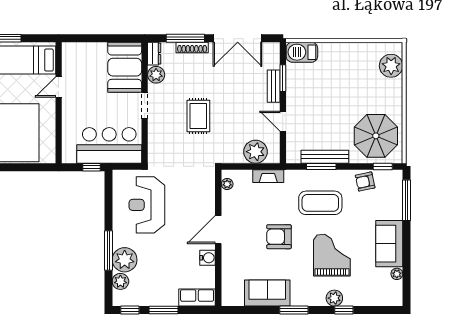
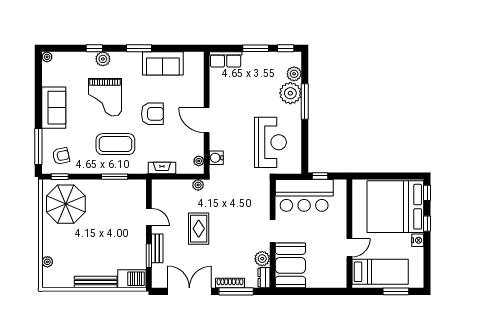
plant: (391, 66) -> (47, 262), width x0.53, depth x0.53
rug: (198, 116) -> (199, 229), moved
plant: (255, 152) -> (198, 185), moved, width x0.53, depth x0.53
bench: (325, 157) -> (96, 282), moved
armchair: (365, 182) -> (61, 156), moved
door: (218, 230) -> (207, 120), swing flipped
water cooler: (208, 258) -> (216, 158), moved
plant: (397, 274) -> (47, 57), moved

